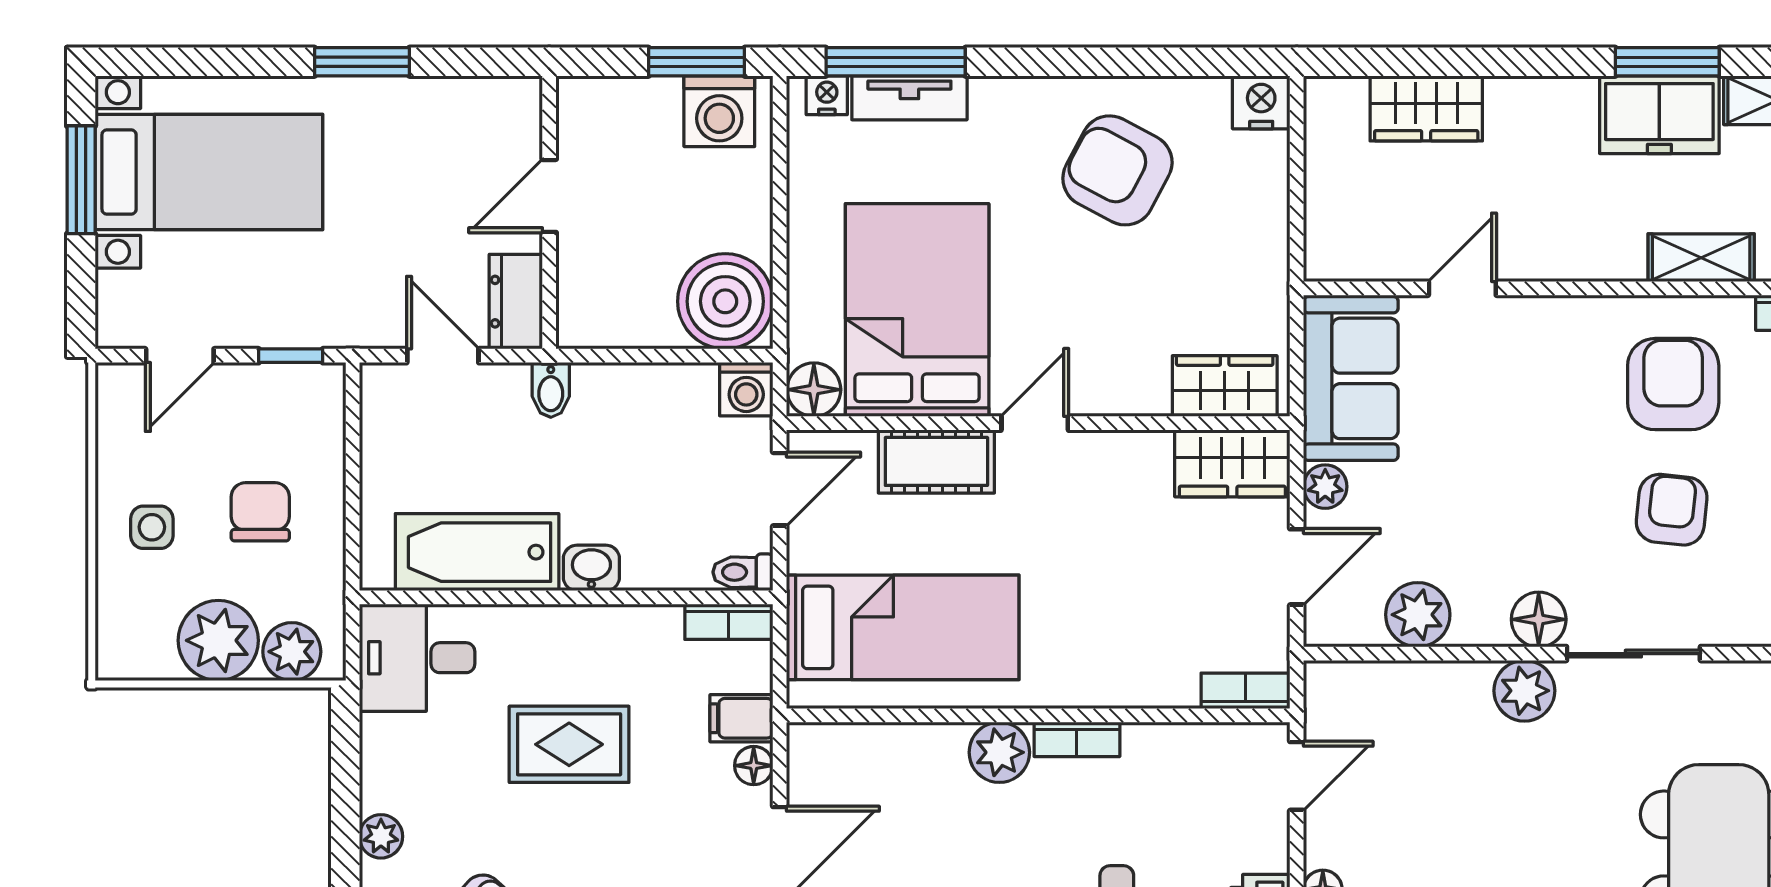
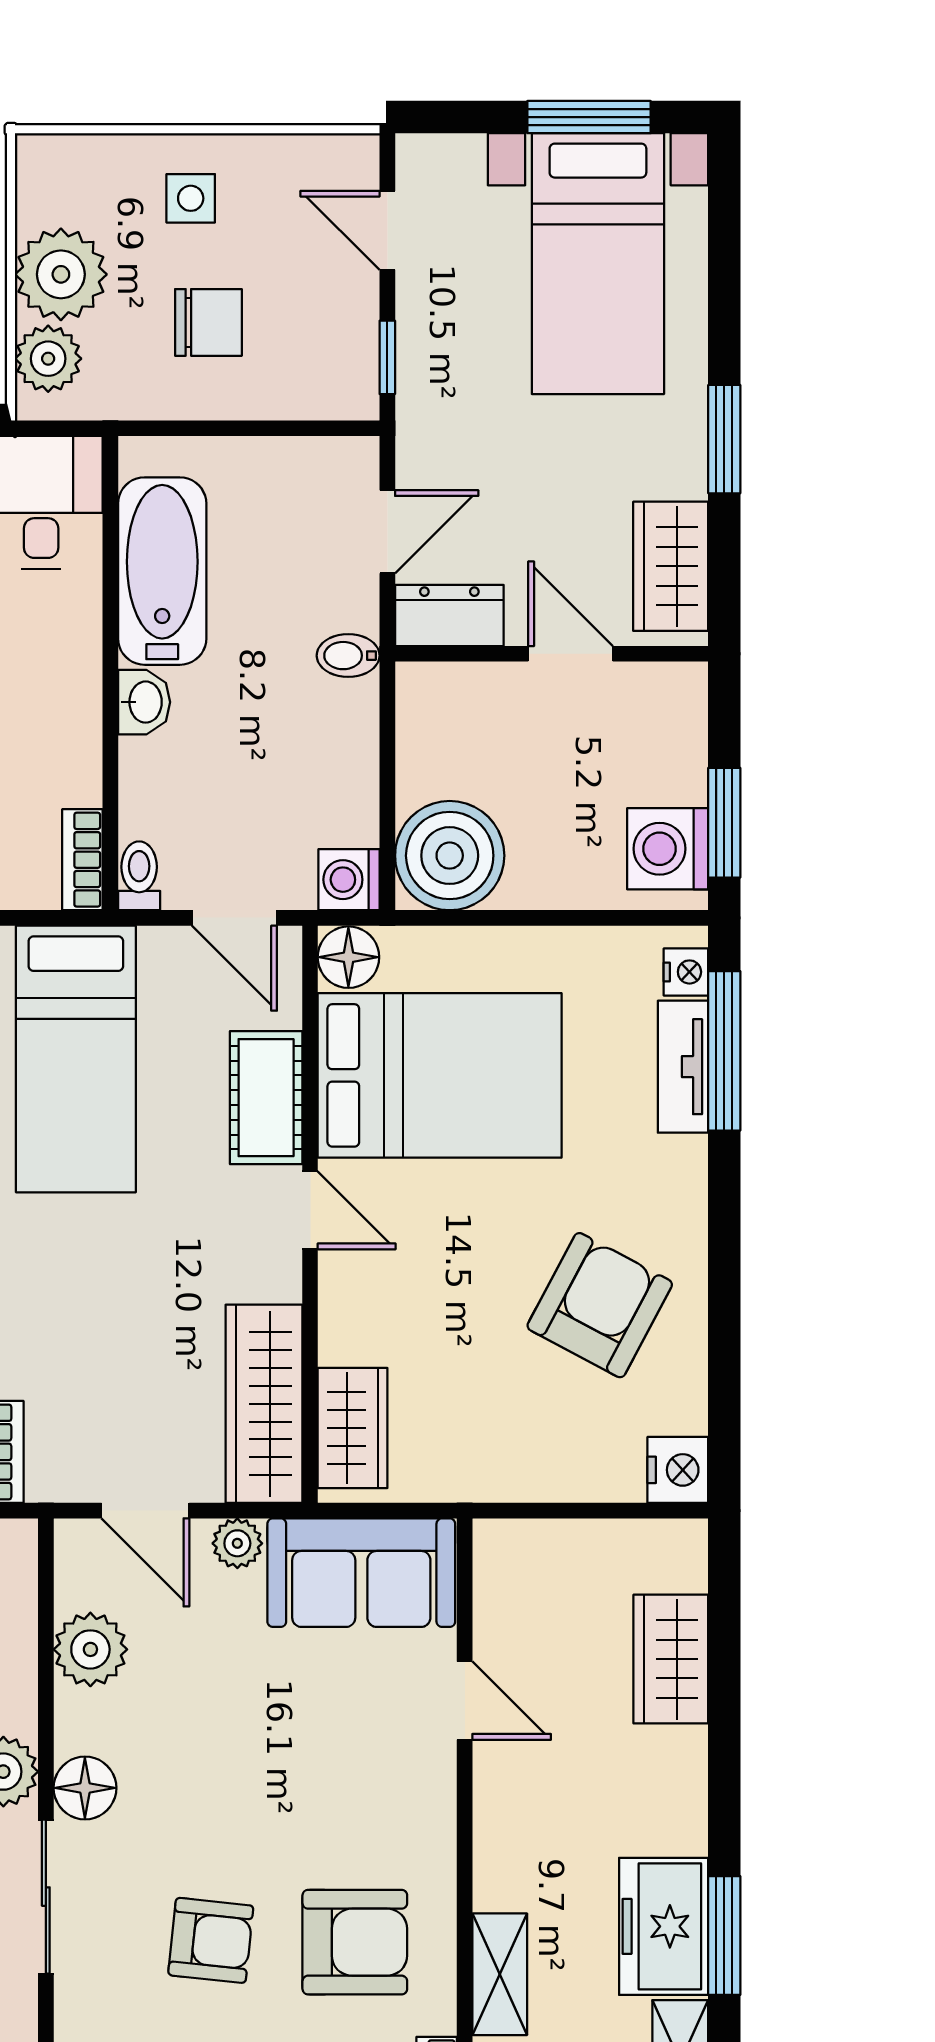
wardrobe: (473, 109) -> (671, 566), added
wardrobe: (1232, 463) -> (264, 1404), width x1.50

